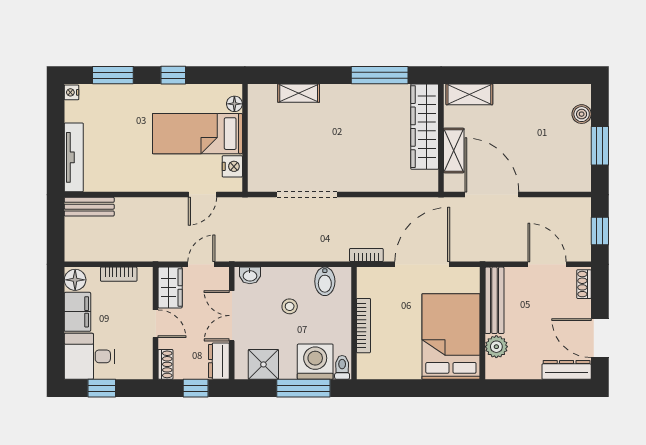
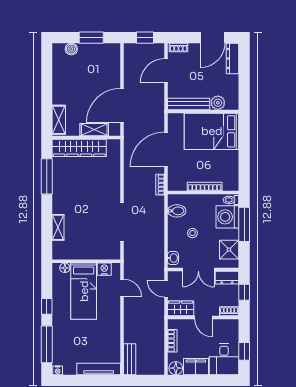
window: (113, 75) -> (47, 344), width x1.44
door: (422, 264) -> (166, 149), hinge flipped
door: (156, 324) -> (203, 318), swing flipped

